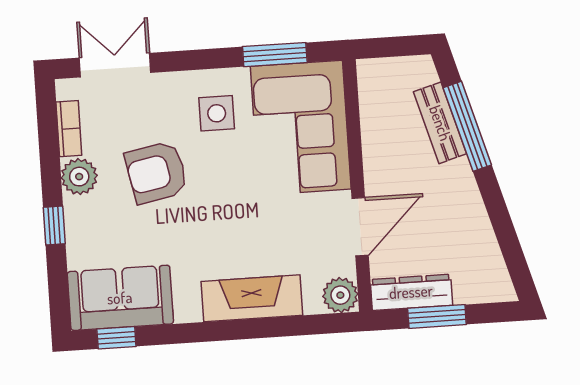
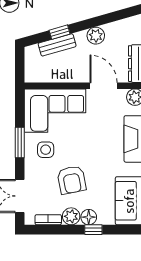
window: (275, 55) -> (20, 142), moved
window: (467, 126) -> (60, 32), width x0.46
plant: (465, 203) -> (96, 36), added
floor lamp: (80, 214) -> (89, 217), added

